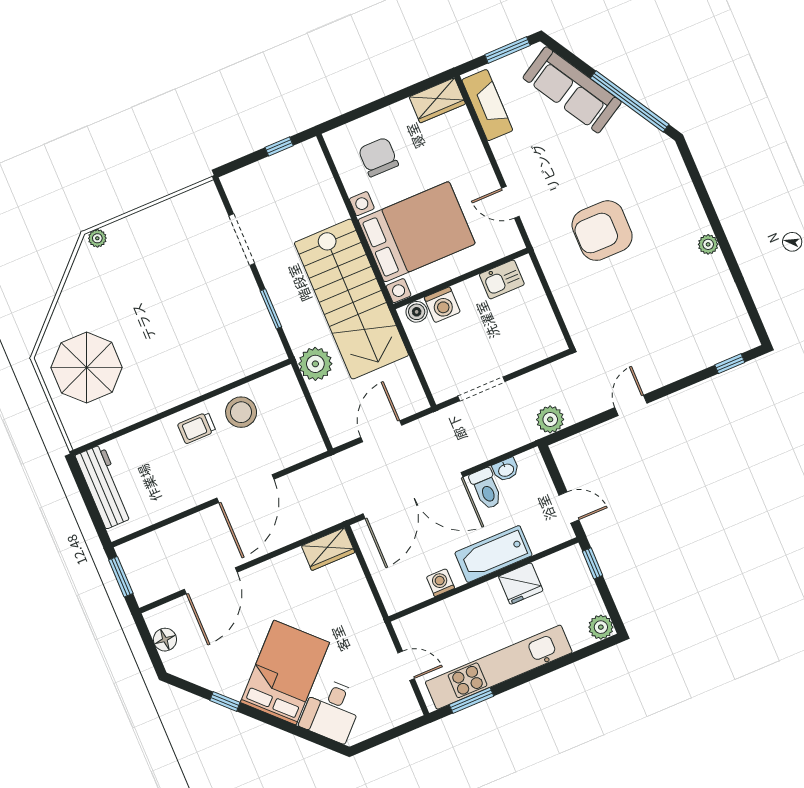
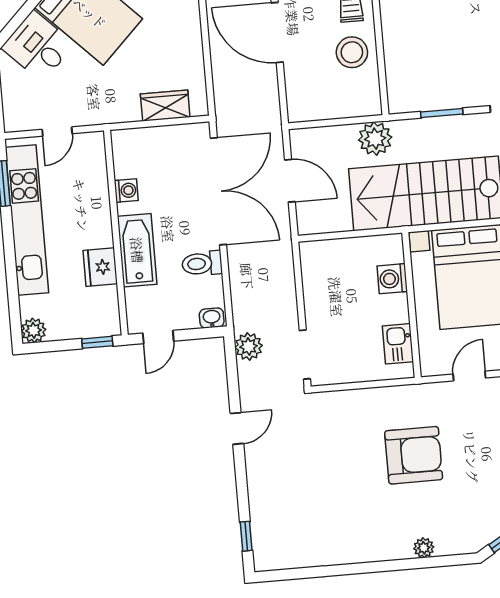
armchair: (602, 231) -> (414, 455), turned 90
plant: (708, 244) -> (424, 548), moved
boiler: (417, 312) -> (393, 252), removed
doorway: (481, 389) -> (305, 355), moved
door: (631, 405) -> (237, 428), hinge flipped
washbasin: (506, 470) -> (212, 318), moved, turned 90
double door: (413, 495) -> (218, 191), swing flipped
wardrobe: (328, 549) -> (165, 106), moved, turned 90

